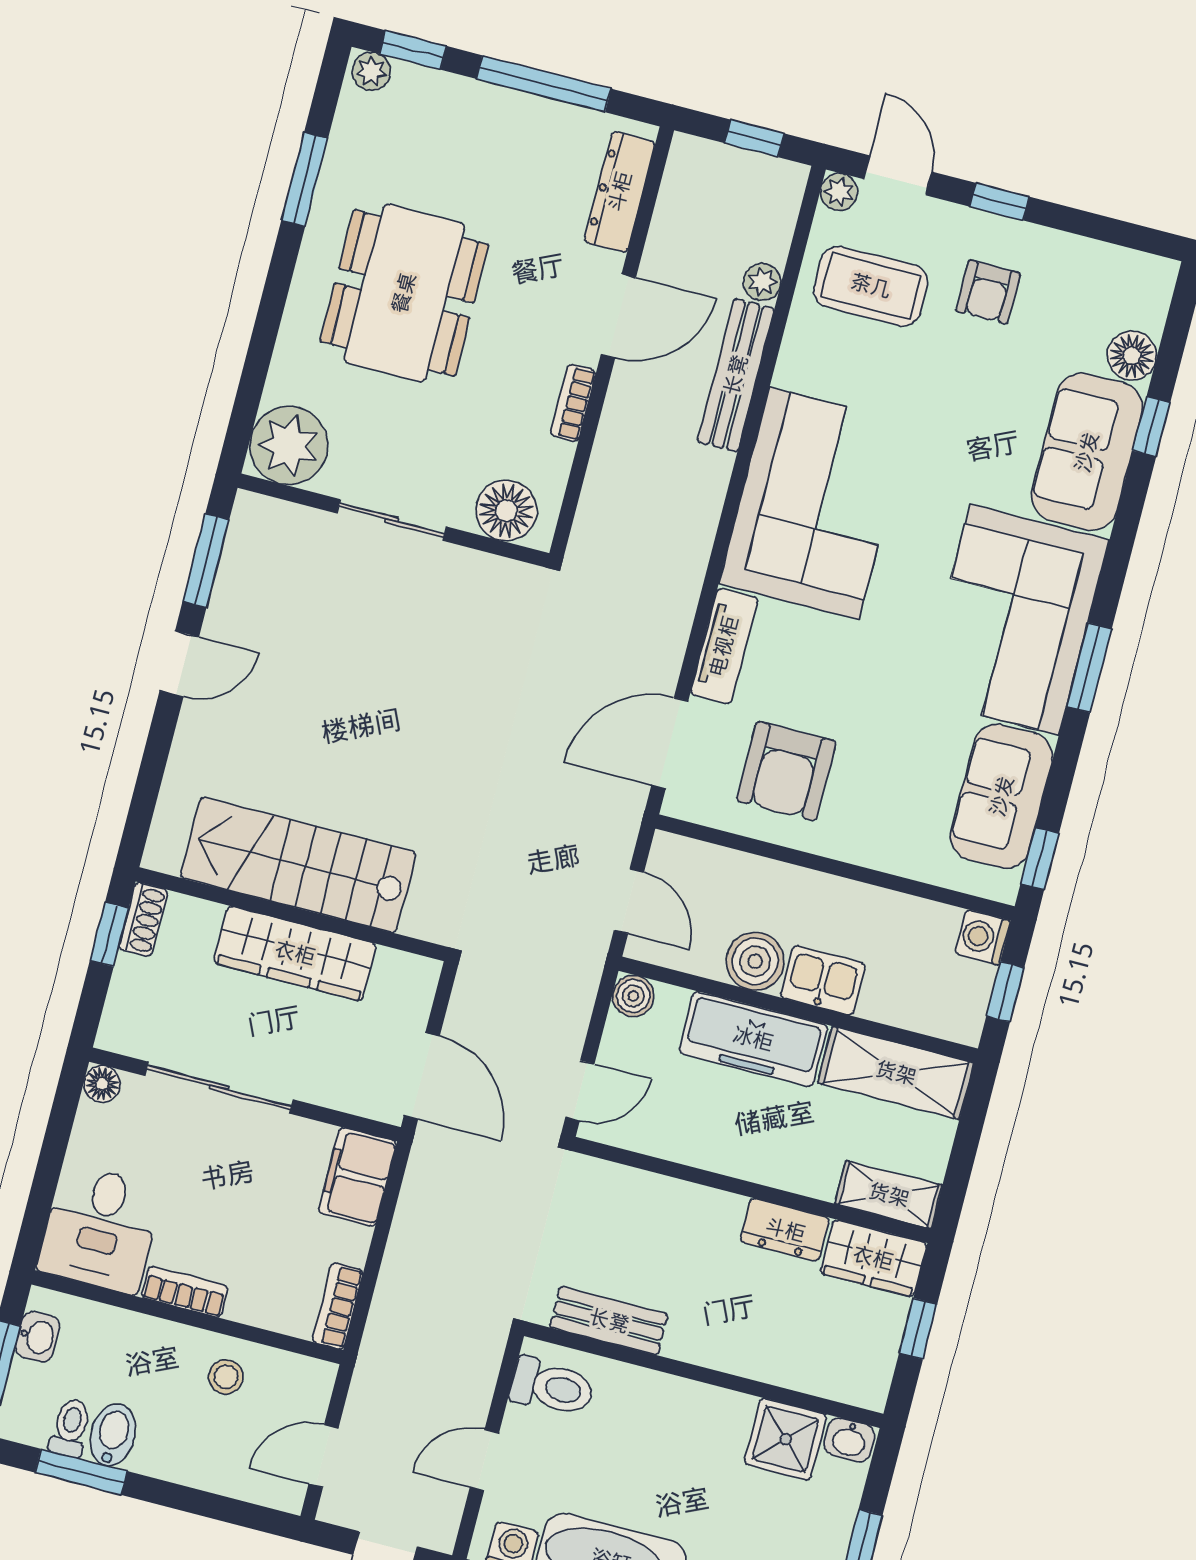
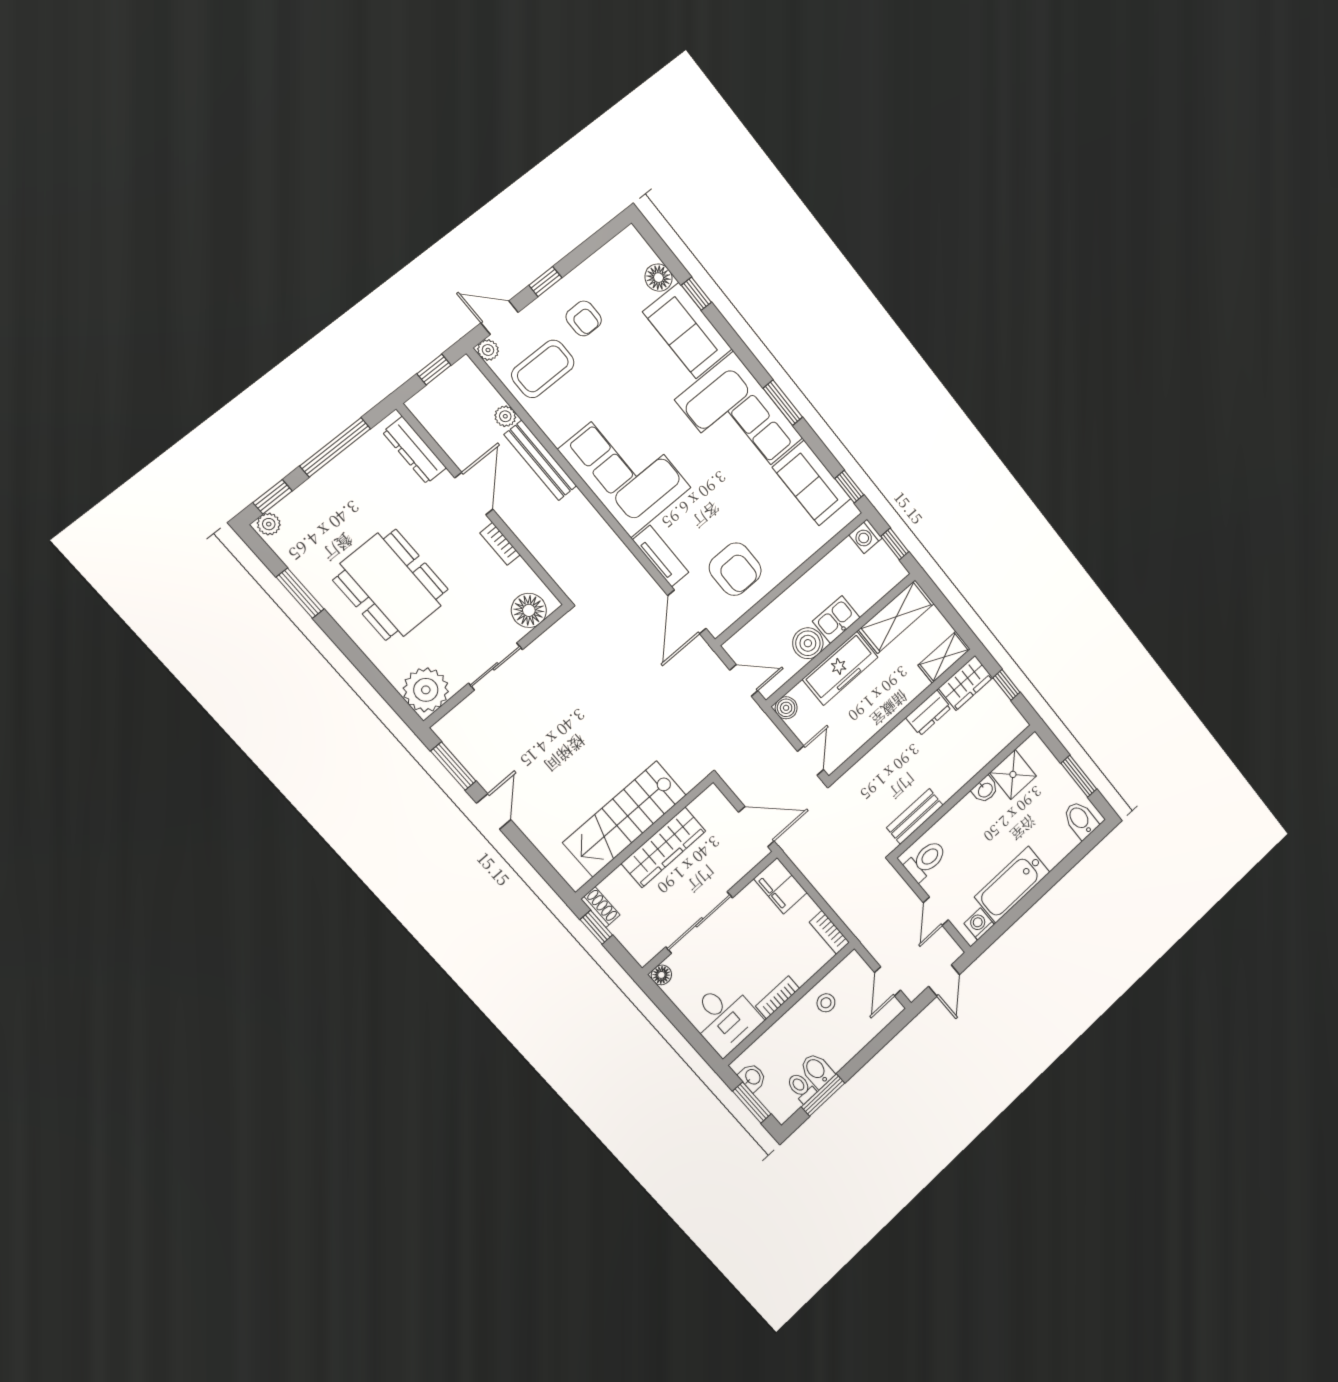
washbasin: (849, 1440) -> (985, 790), moved

